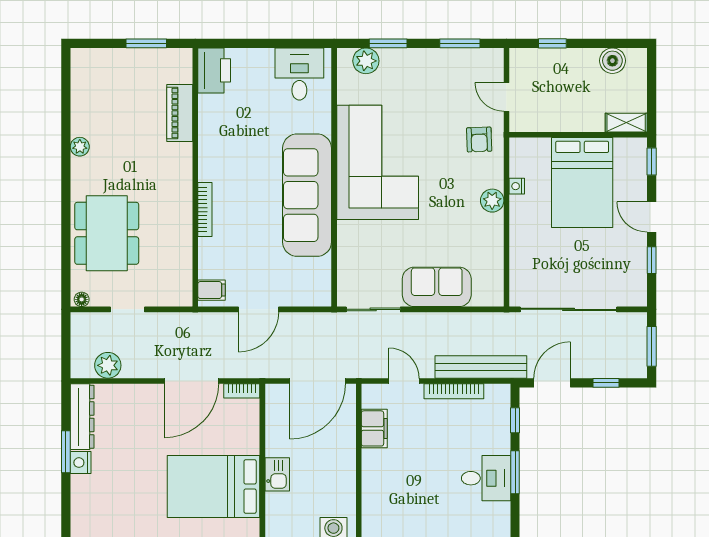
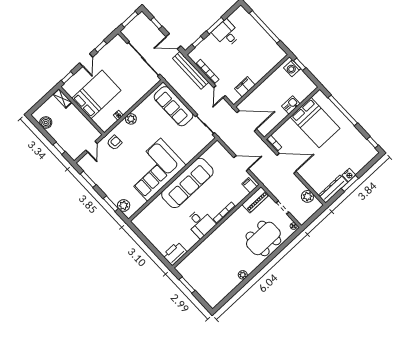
desk: (299, 74) -> (200, 223), moved, turned -90
piano: (180, 113) -> (255, 200), moved
sofa: (437, 287) -> (174, 106), width x1.36

